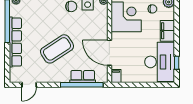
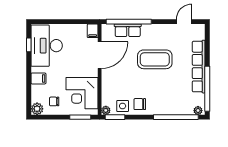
filing cabinet: (167, 31) -> (38, 78), width x0.50
coffee table: (57, 49) -> (155, 59), turned 33
door: (109, 53) -> (100, 55), hinge flipped

